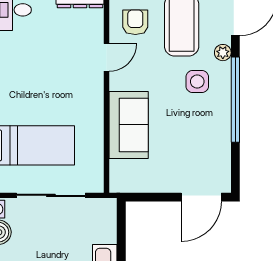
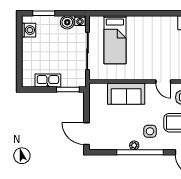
plant: (223, 53) -> (134, 145), moved
window: (121, 231) -> (68, 90), added

